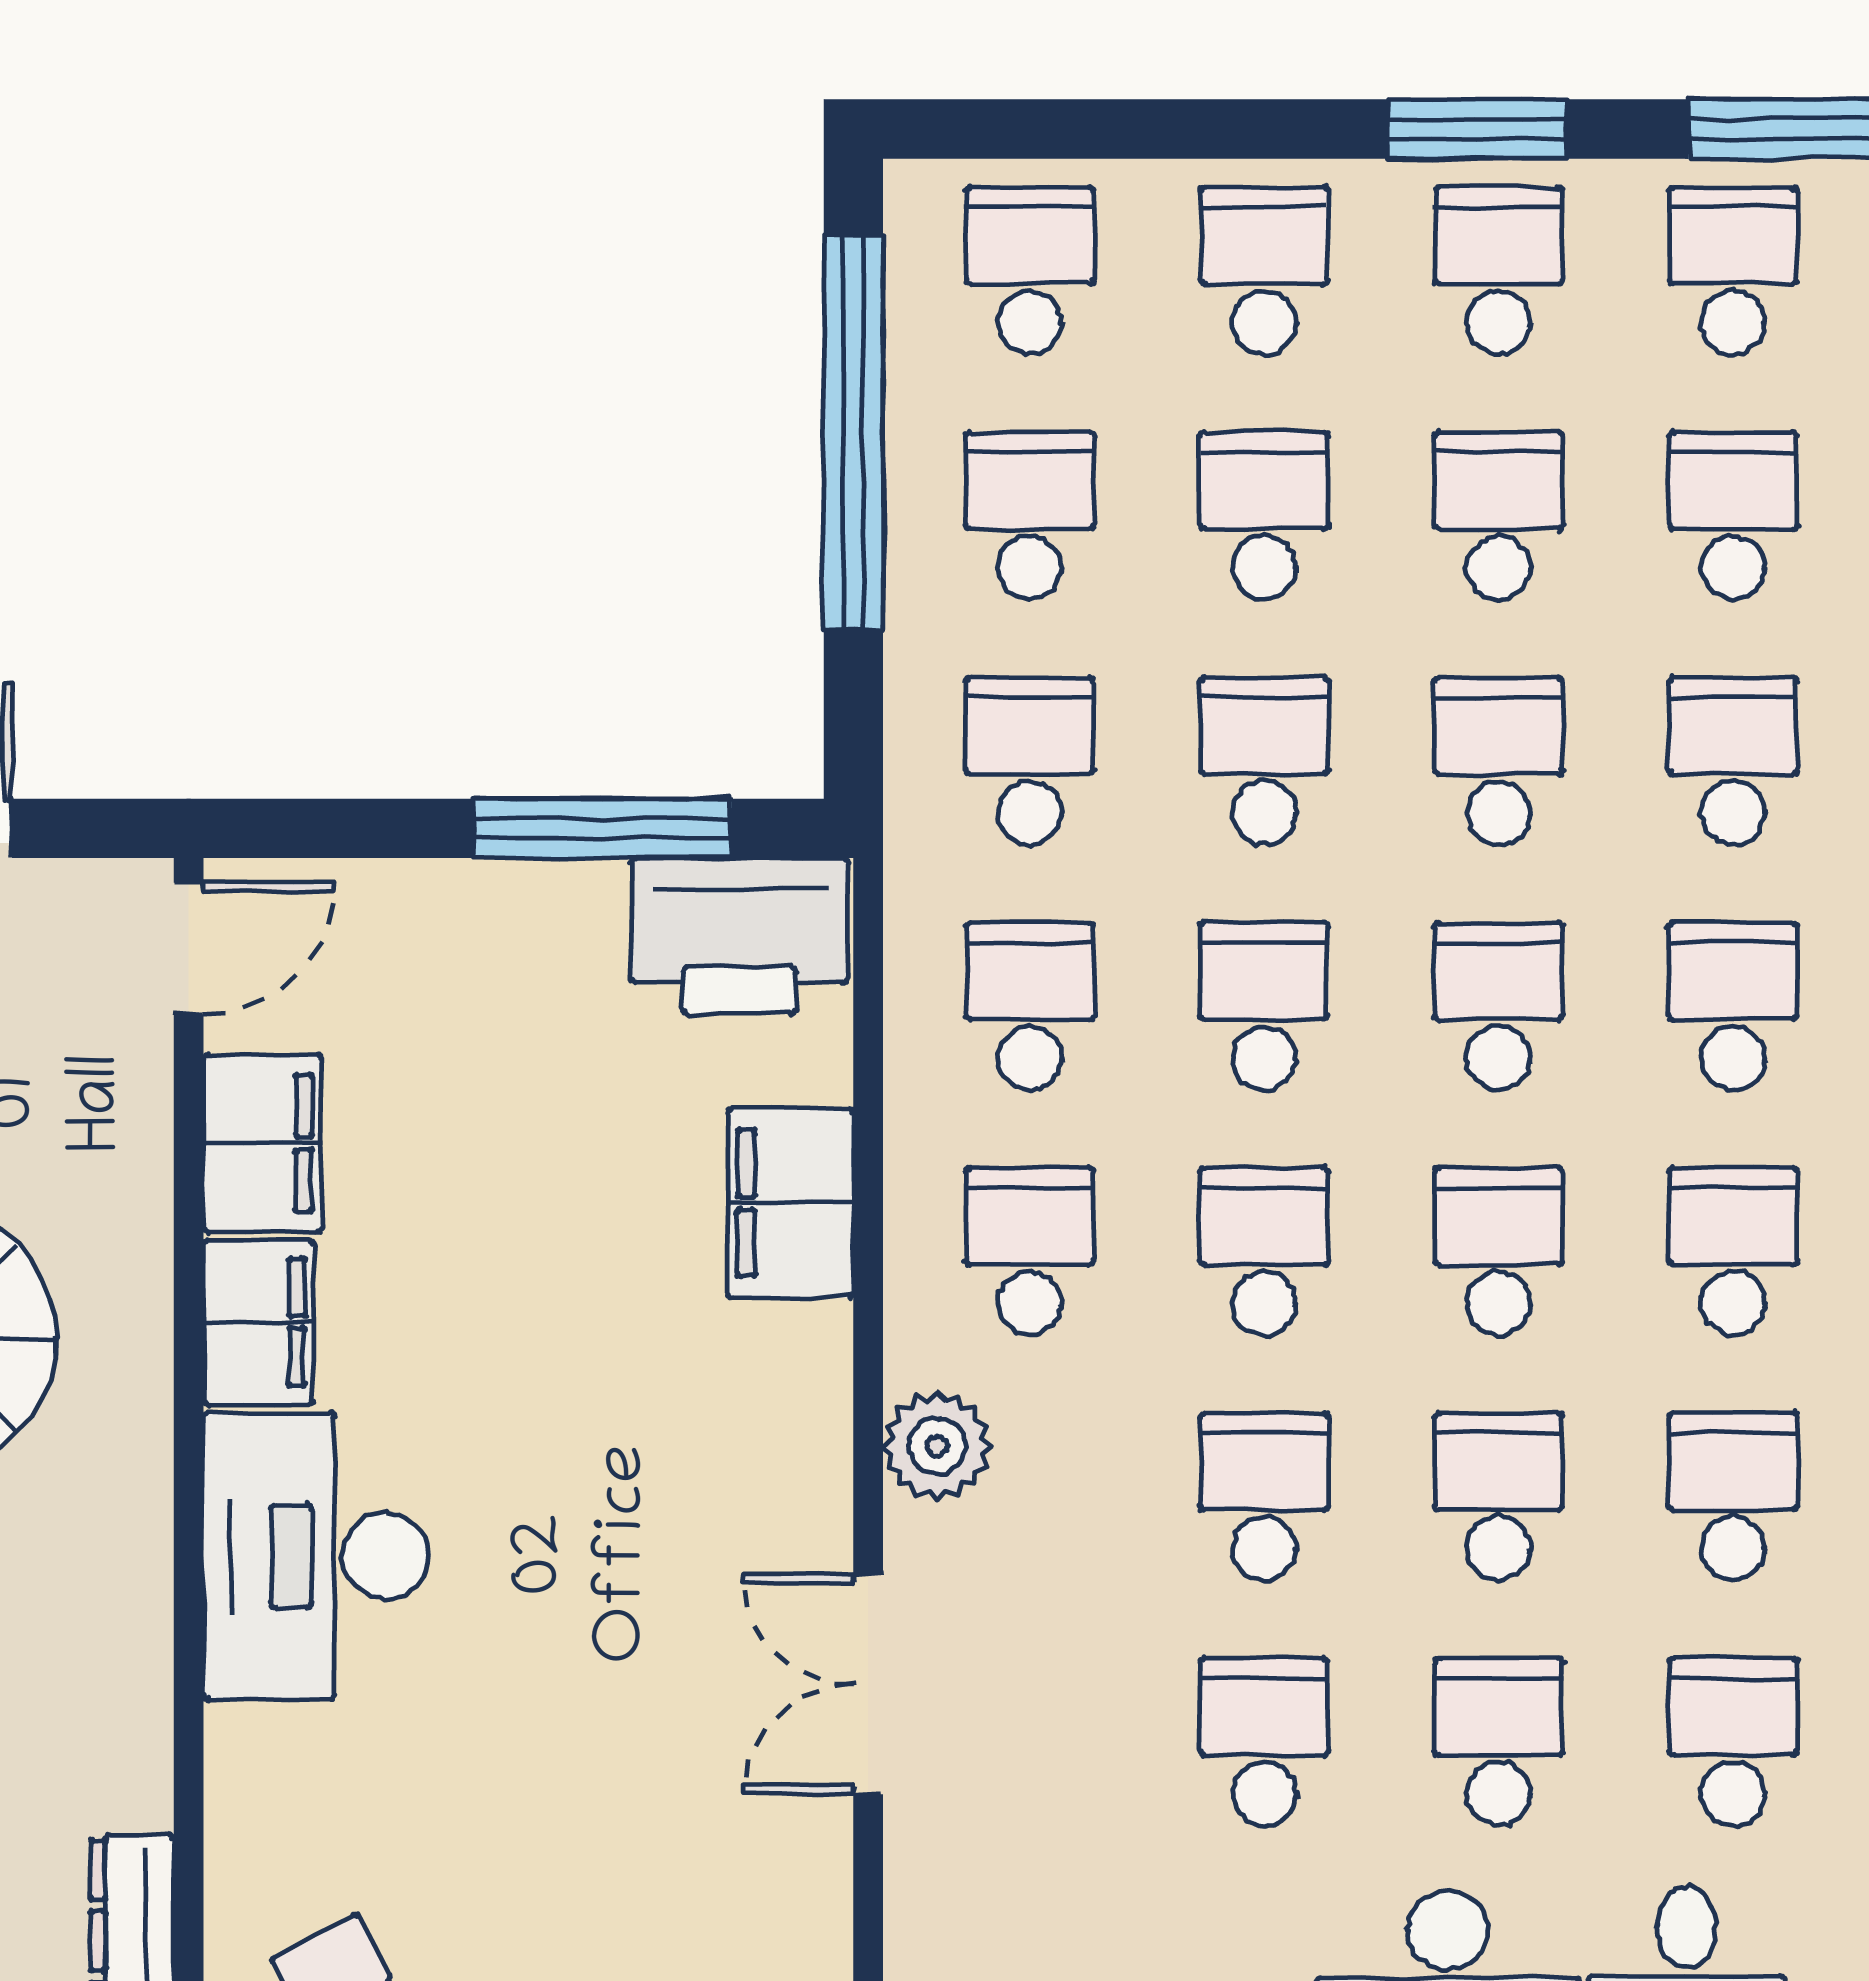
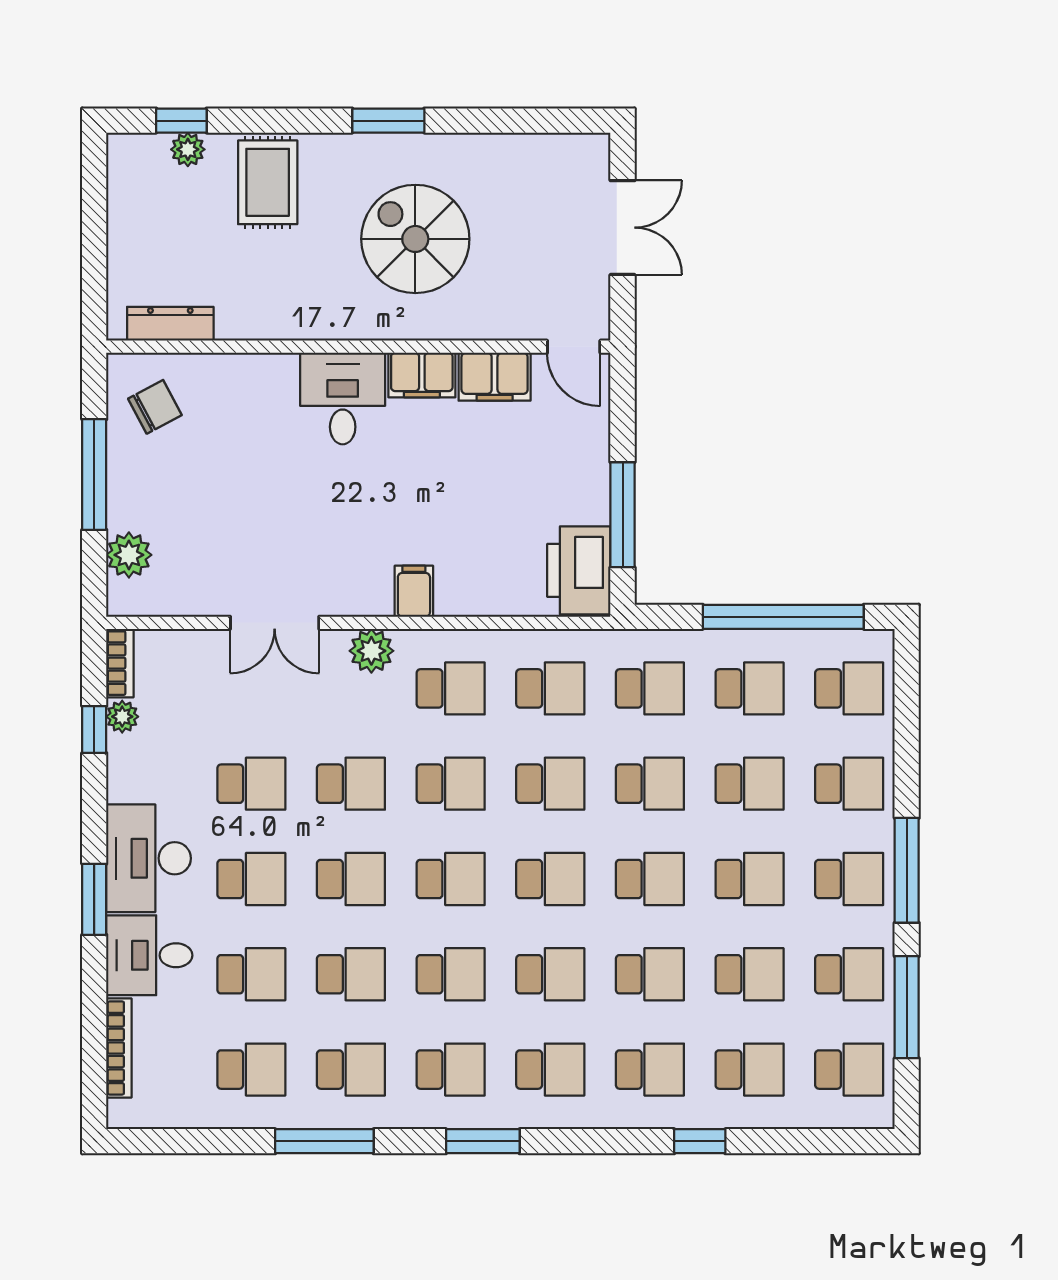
window: (1477, 129) -> (907, 870), width x1.44
filing cabinet: (790, 1203) -> (414, 591), moved, width x0.50
desk: (316, 1556) -> (343, 399), width x0.73
double door: (868, 1684) -> (275, 623), swing flipped

